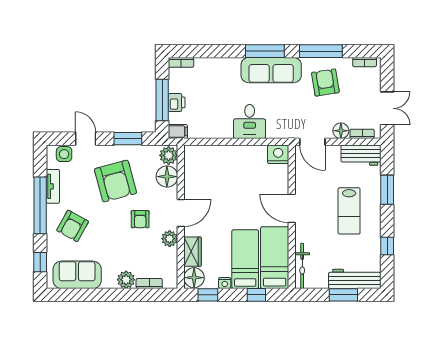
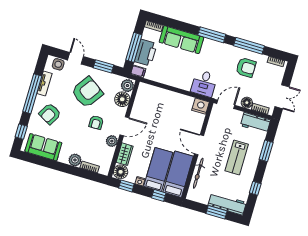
sofa: (271, 70) -> (181, 40), moved
armchair: (325, 82) -> (246, 68), turned 99
printer: (177, 102) -> (146, 53), width x1.87, depth x1.48
desk: (250, 121) -> (204, 83), moved
door: (312, 142) -> (226, 104), swing flipped
armchair: (115, 181) -> (87, 92), turned -130
bicycle: (302, 266) -> (198, 173), moved

